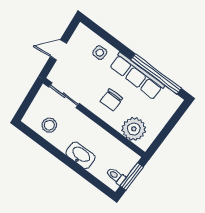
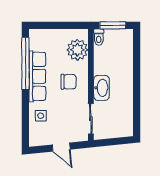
stool: (49, 125) -> (121, 113), removed
washbasin: (81, 155) -> (101, 88), moved, turned 180
toilet: (116, 176) -> (99, 37), moved

